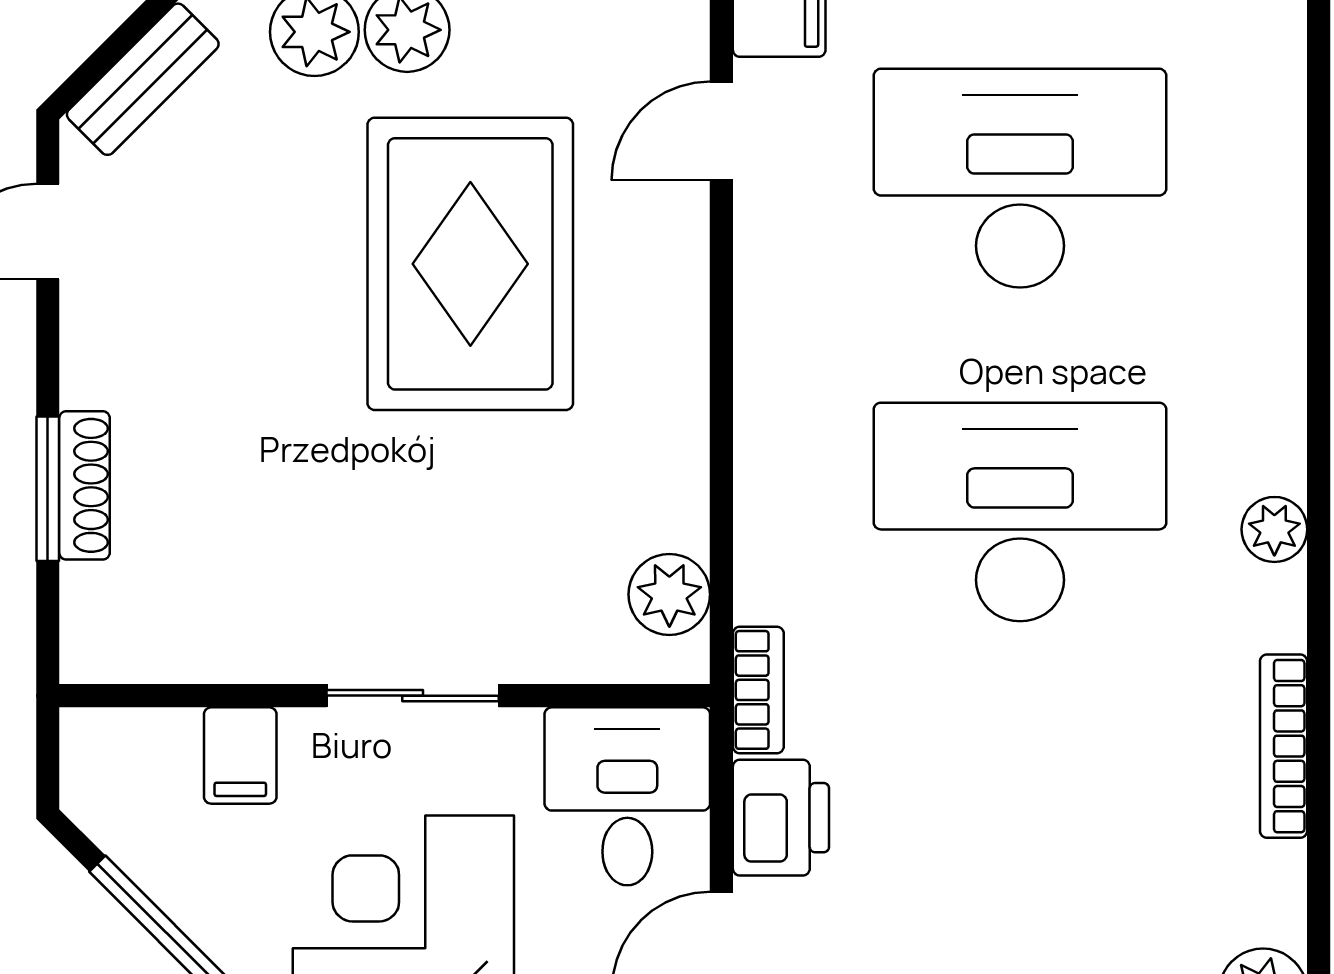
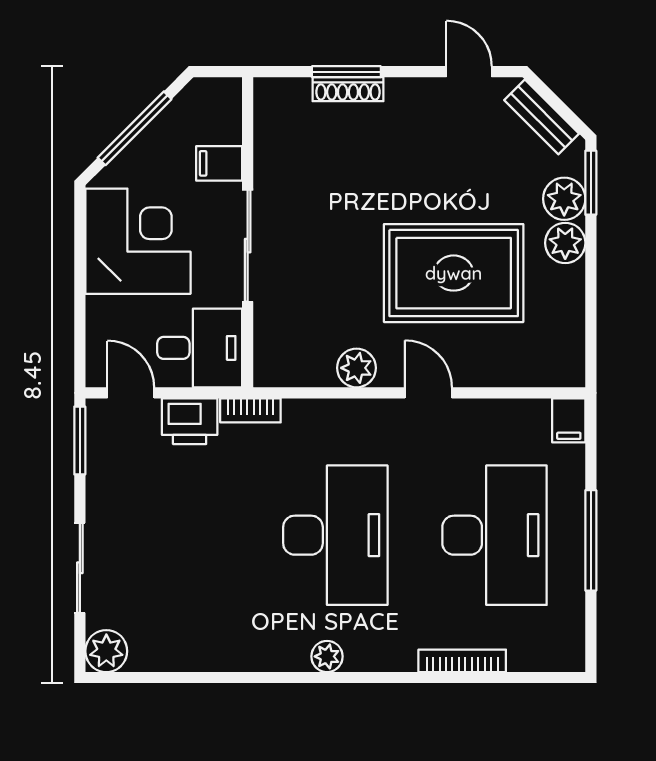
door: (721, 131) -> (428, 393), moved
plant: (669, 594) -> (356, 368), moved
sliding door: (413, 696) -> (248, 246), width x1.37
bookcase: (1284, 746) -> (462, 661), moved

